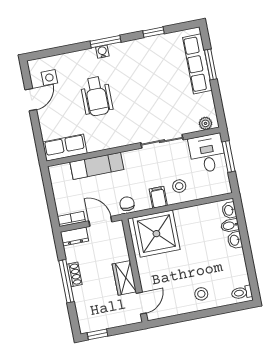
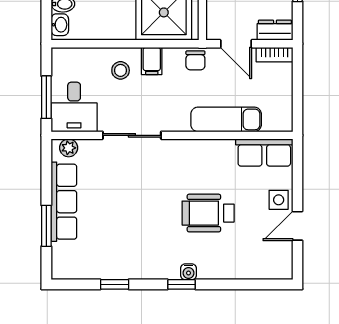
window: (106, 42) -> (182, 284), width x0.67
row of seats: (197, 64) -> (64, 202), moved
side table: (49, 78) -> (279, 200), moved
wheelchair: (97, 96) -> (208, 213), turned -90

